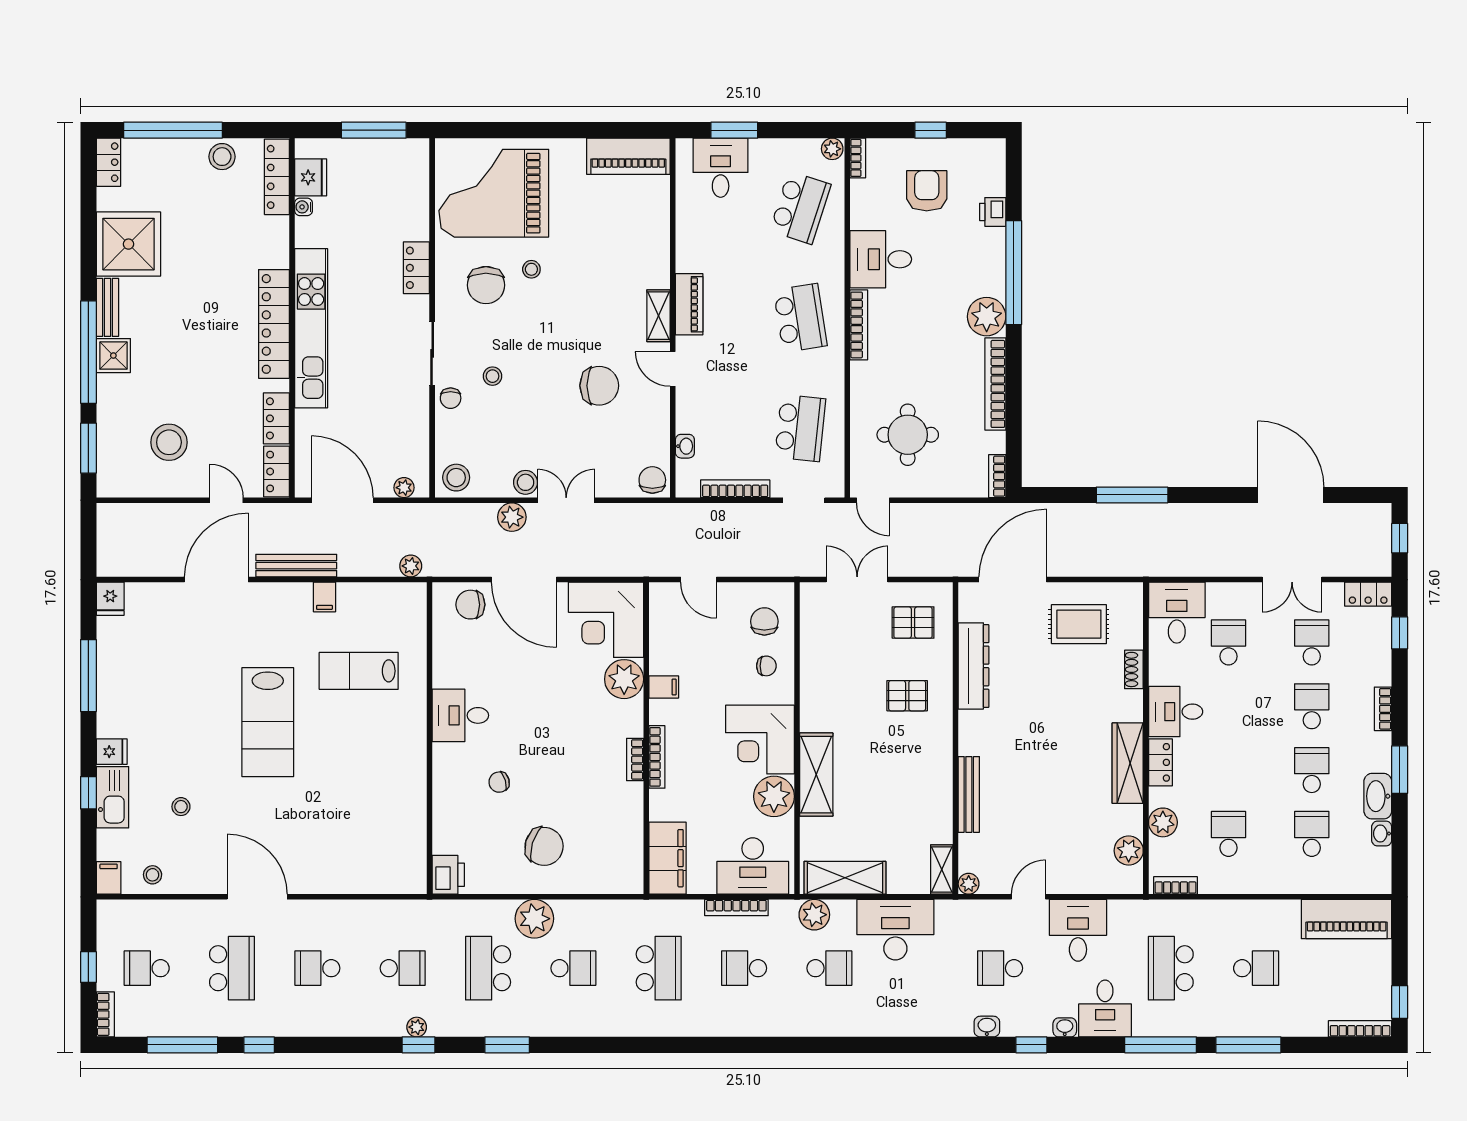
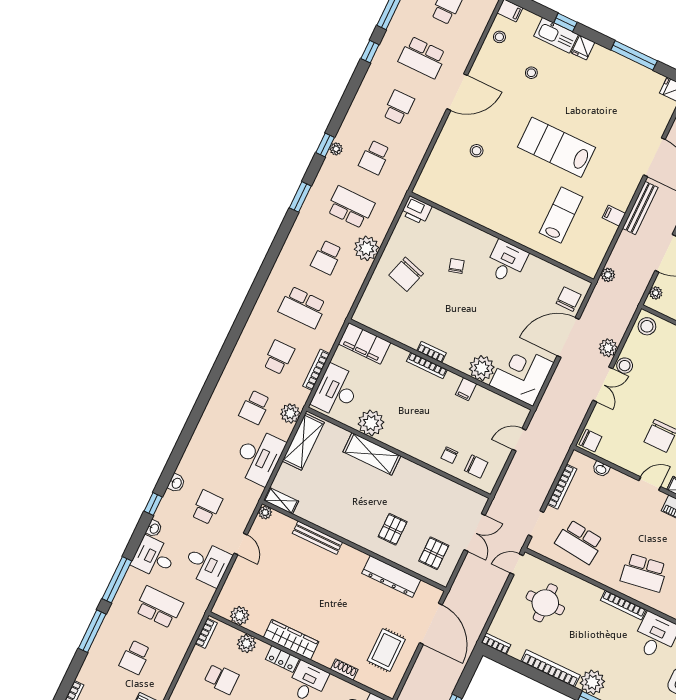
corner desk: (760, 740) -> (408, 431), removed
stool: (326, 831) -> (477, 151), added

